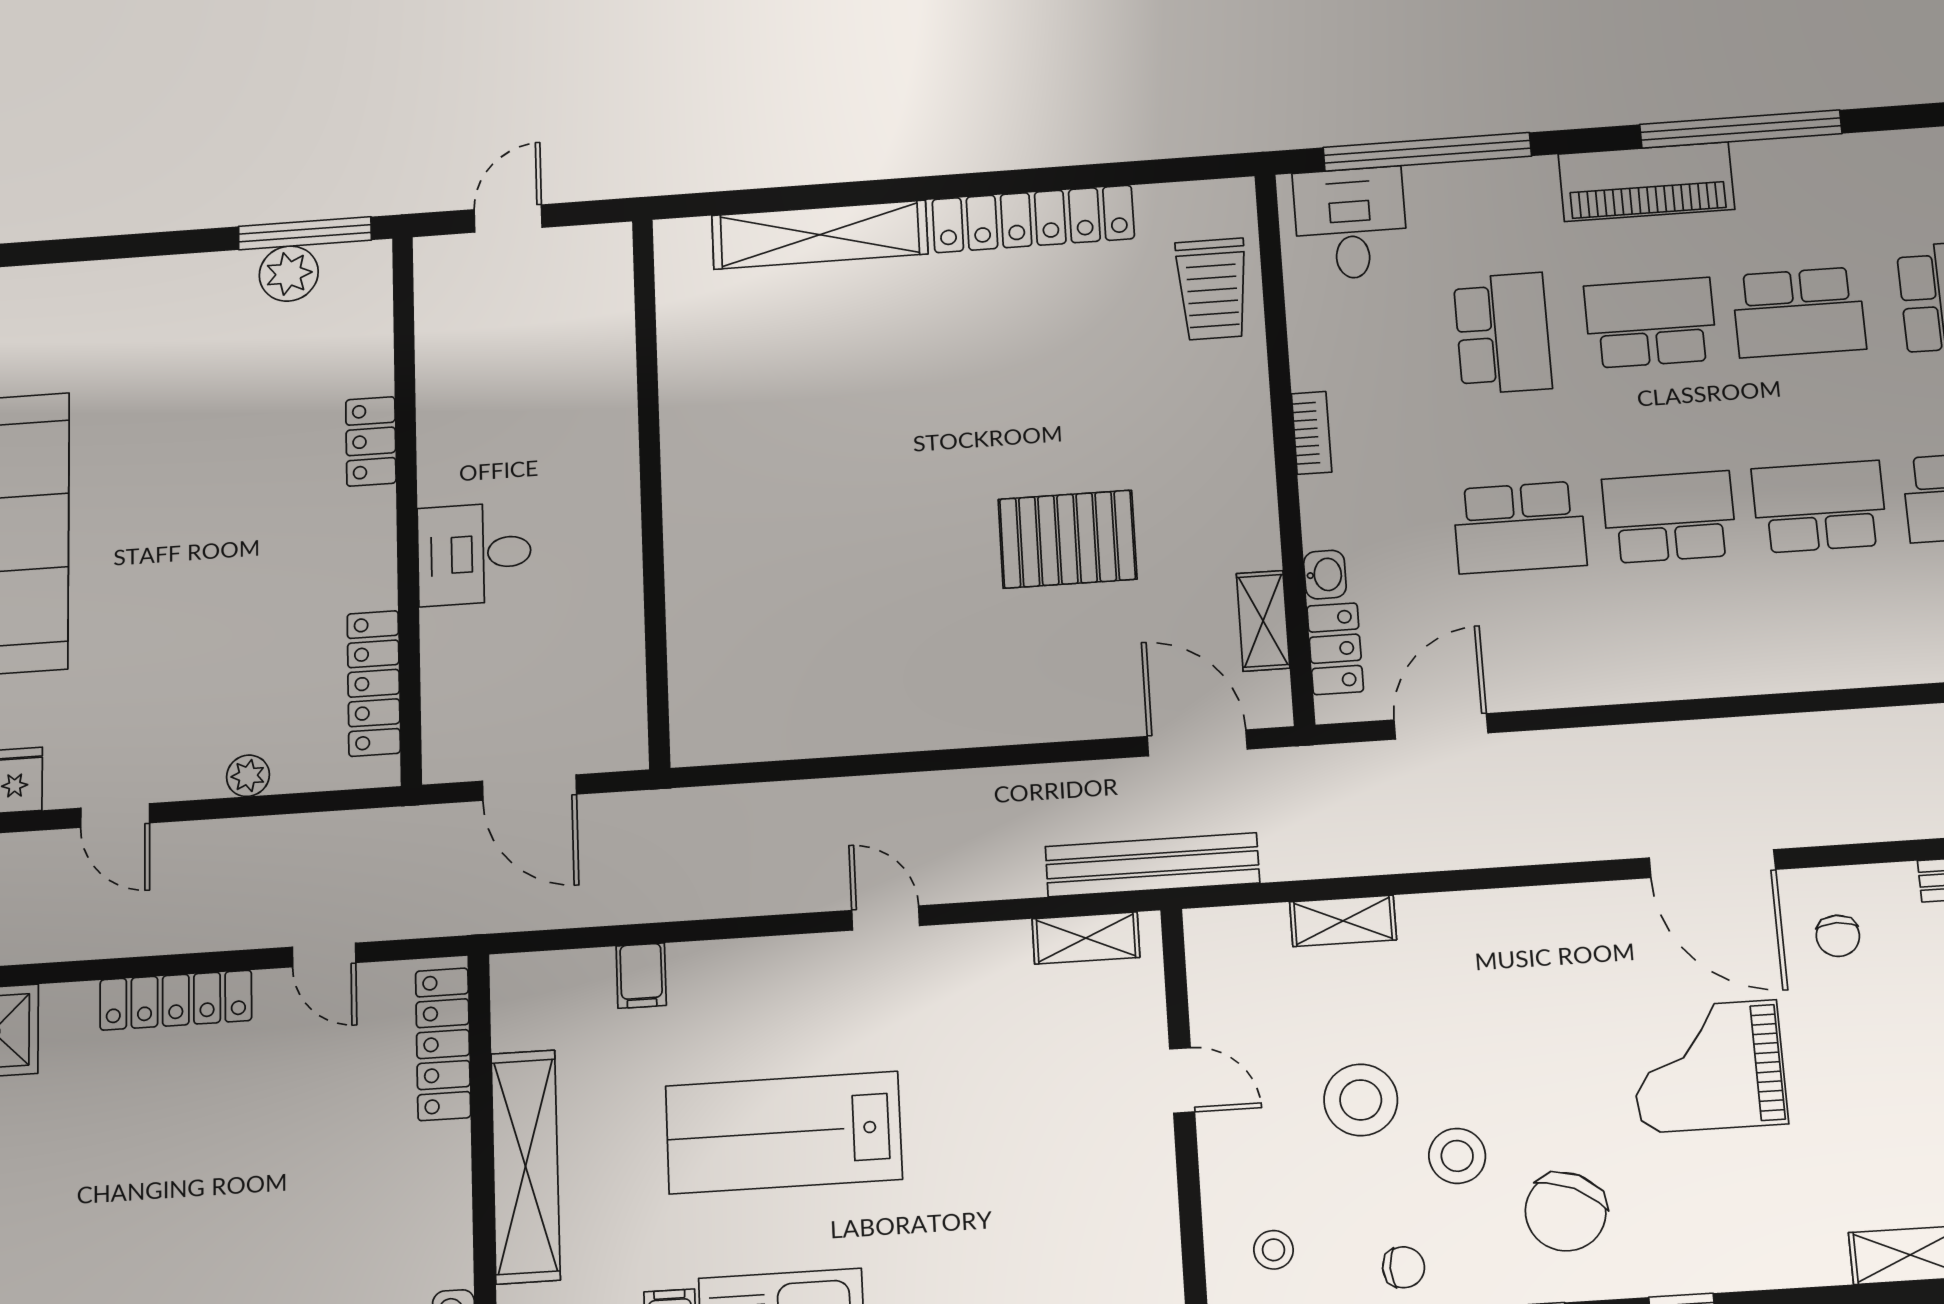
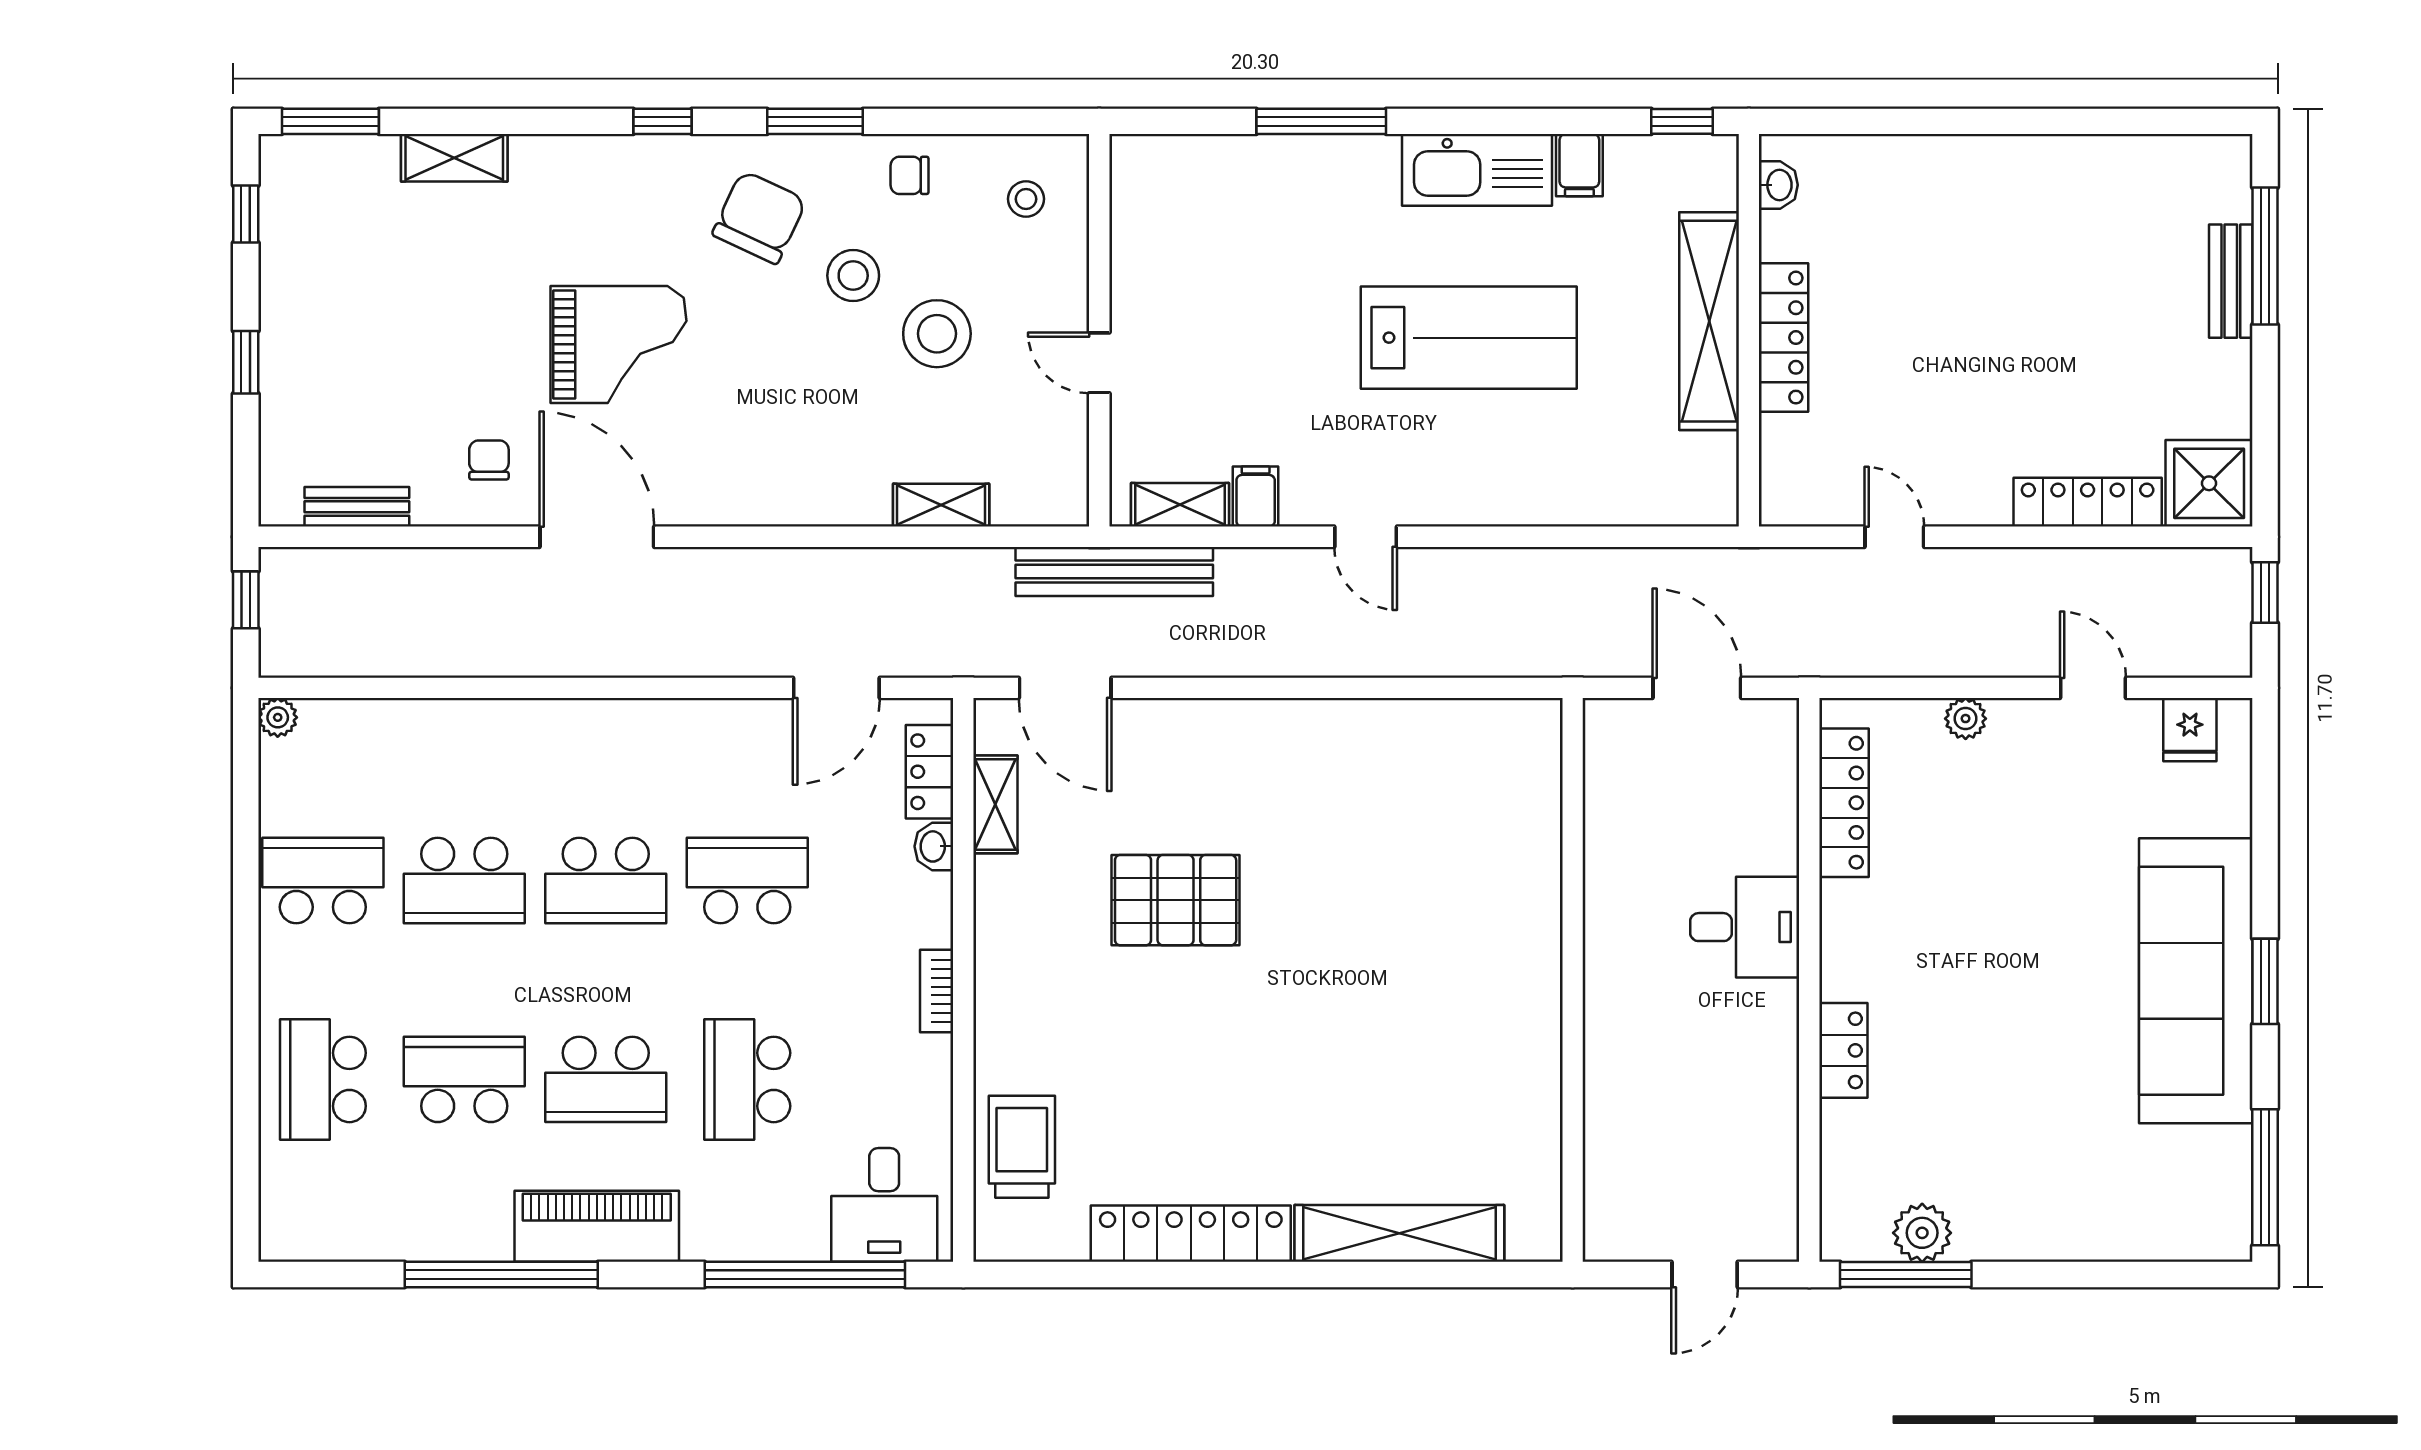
filing cabinet: (641, 976) -> (1256, 497), moved
locker: (176, 1000) -> (2088, 502), moved
locker: (443, 1044) -> (1784, 338), moved

